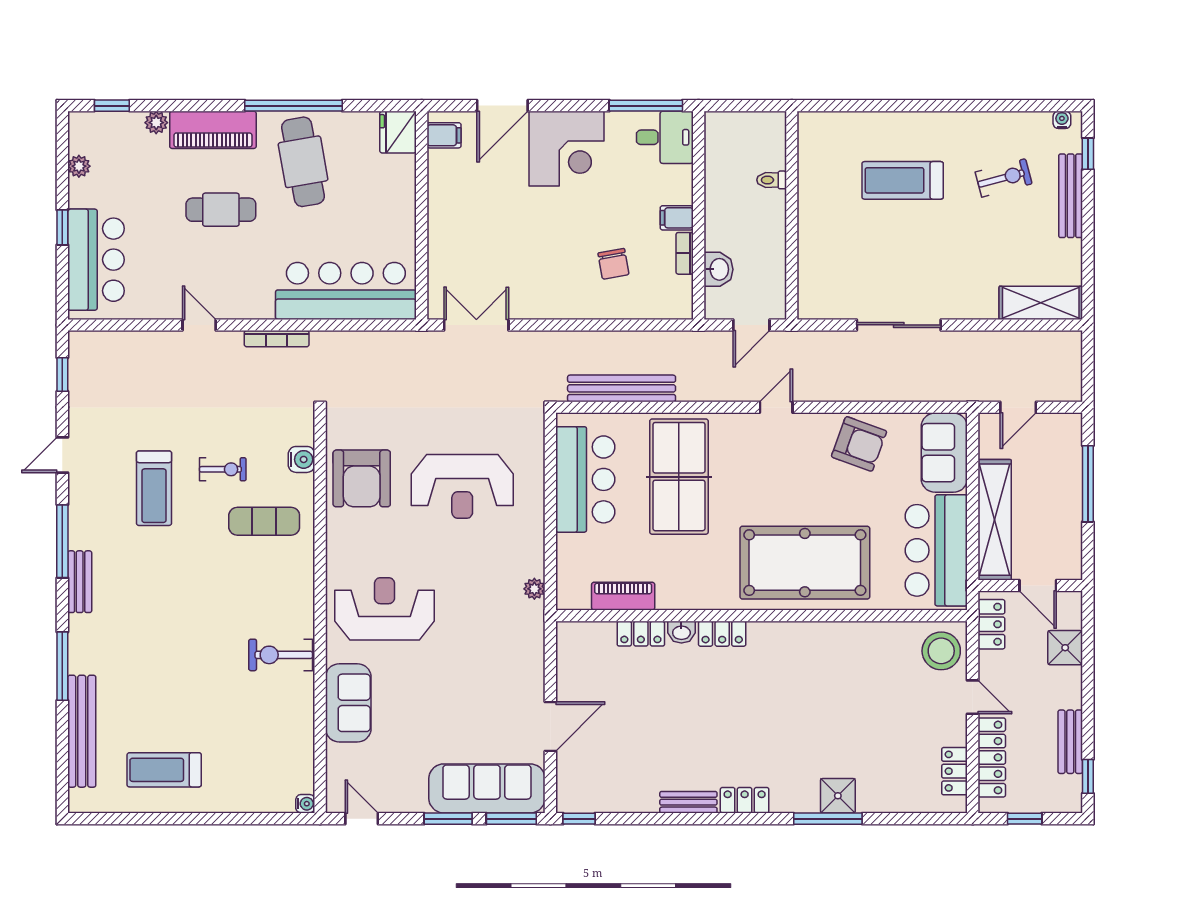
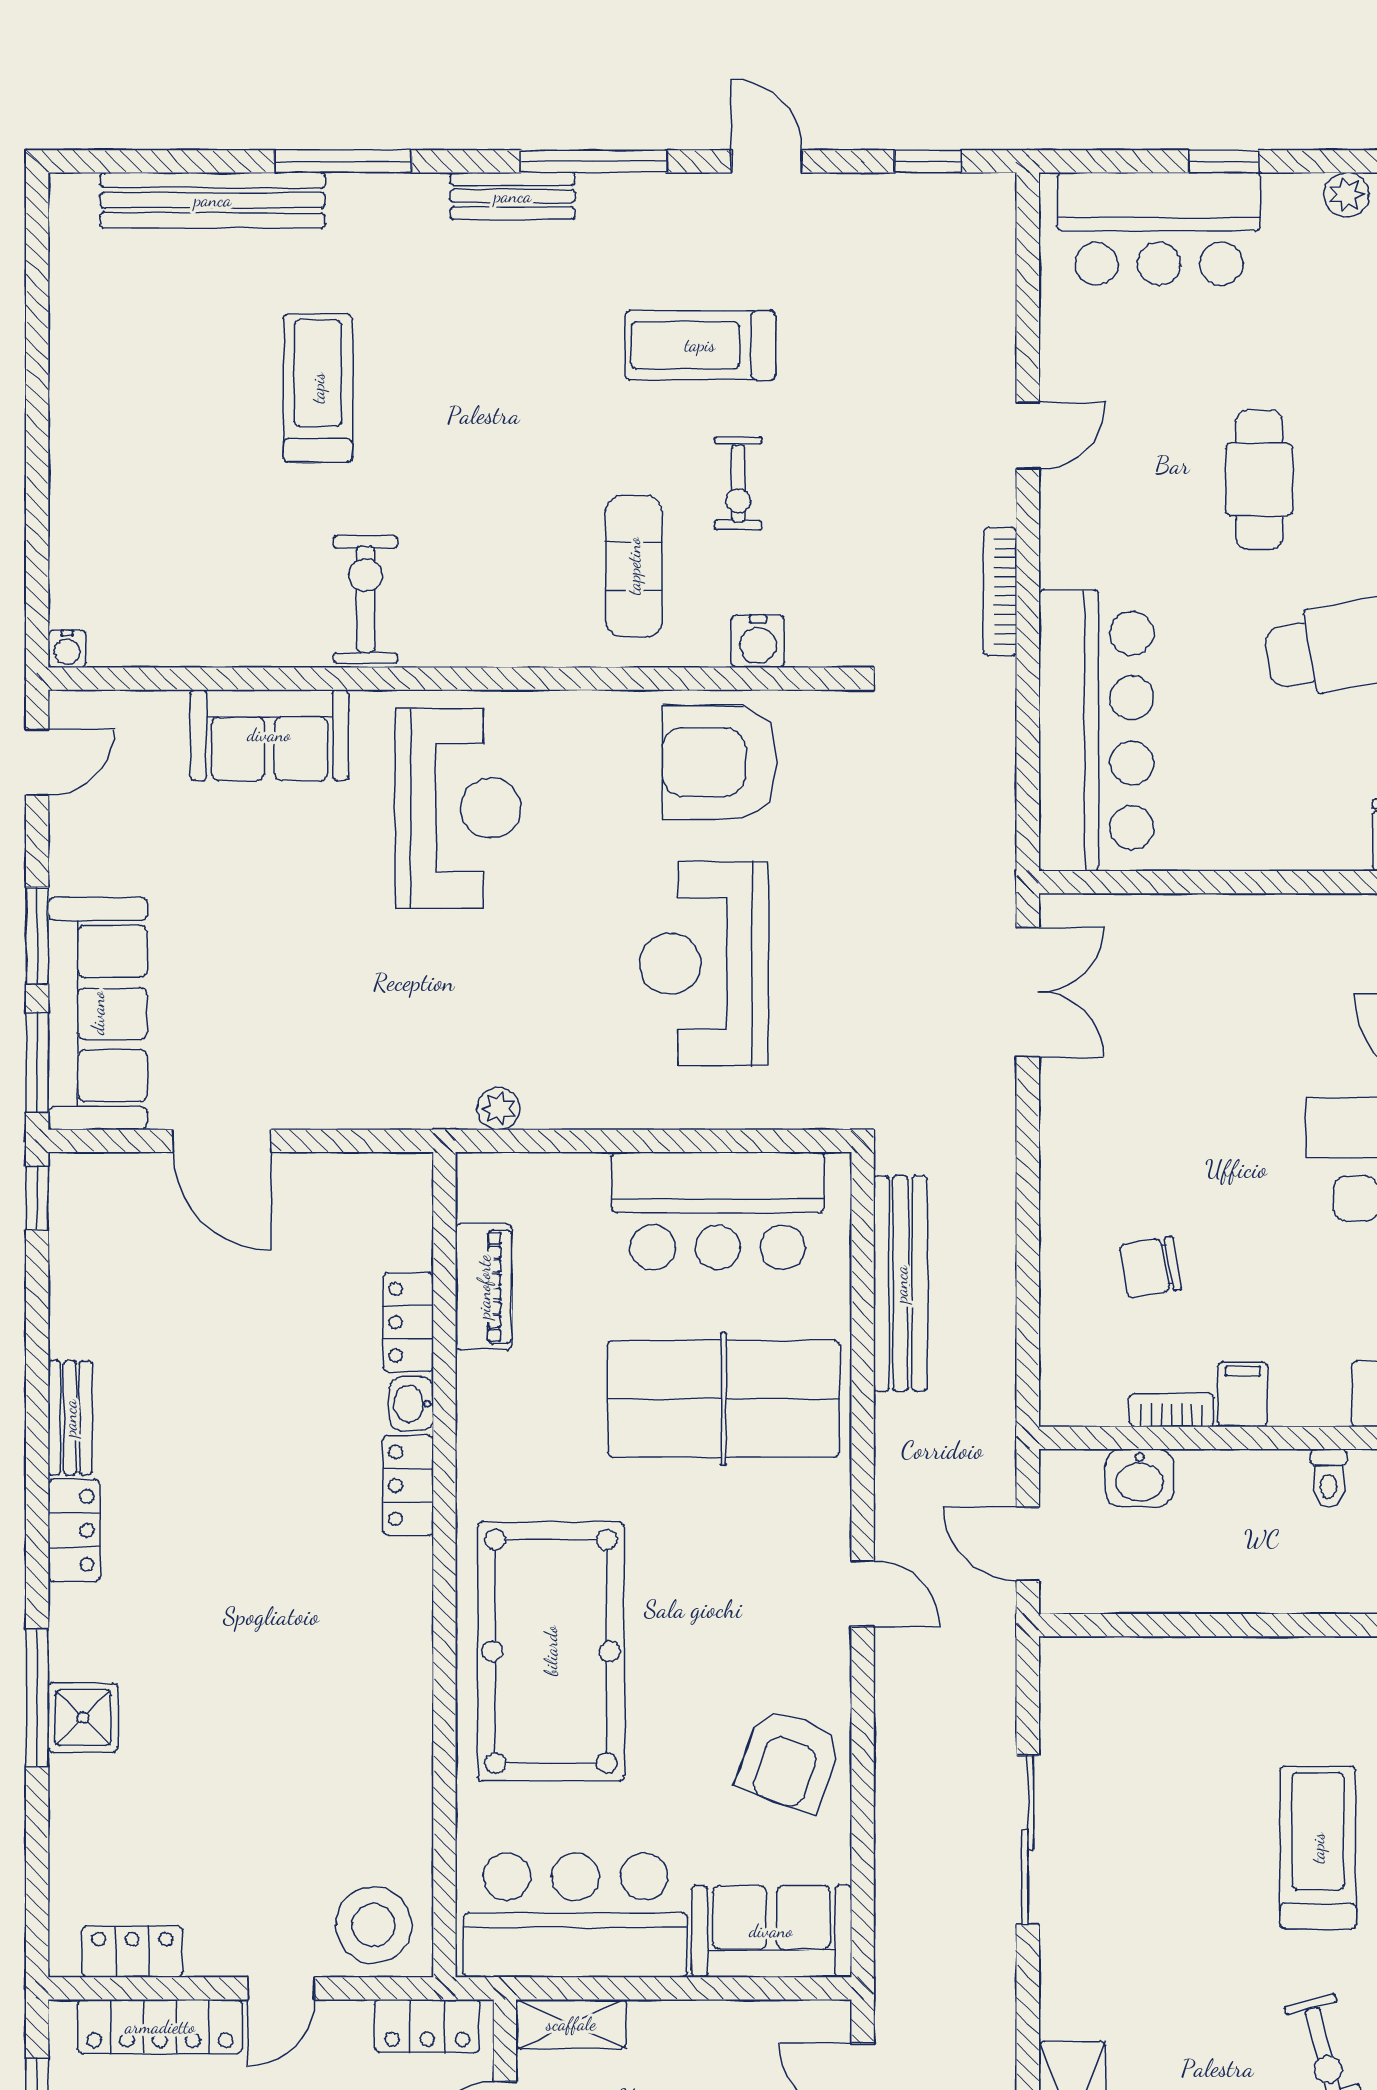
toilet: (772, 180) -> (1329, 1478), moved, turned 180
shelving: (995, 520) -> (571, 2024), width x0.45, depth x0.75
treadmill: (164, 770) -> (318, 388), moved

